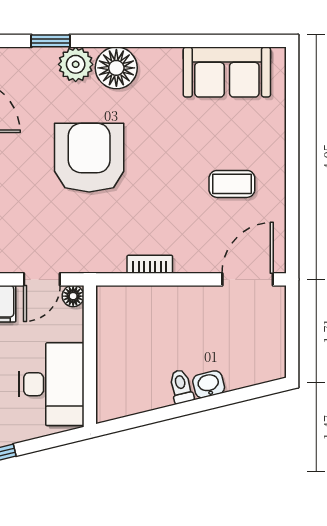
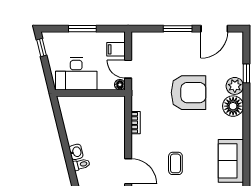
toilet: (181, 387) -> (81, 164), moved

